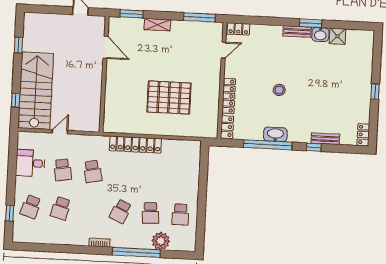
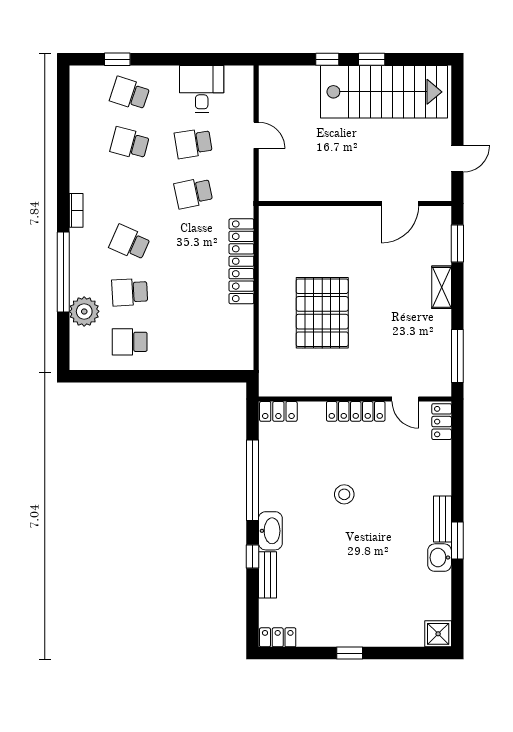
shower: (338, 36) -> (438, 634), moved
window: (18, 45) -> (372, 59), moved
stairs: (36, 91) -> (384, 92), moved
locker: (229, 96) -> (356, 411), moved
window: (16, 100) -> (327, 59), moved
washbasin: (275, 134) -> (270, 531), moved

